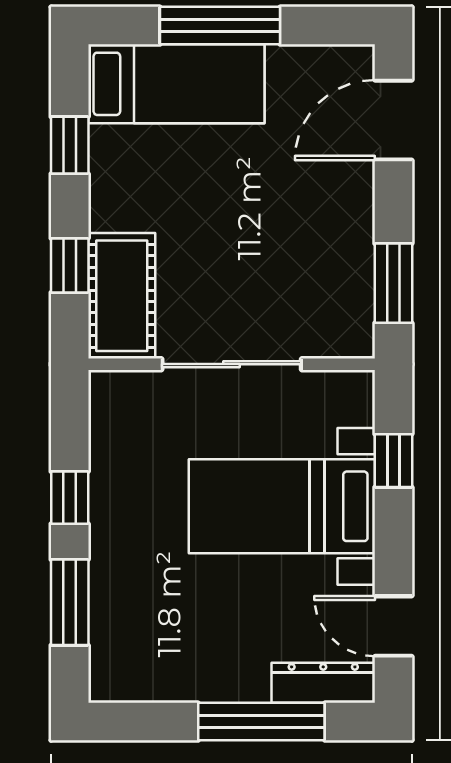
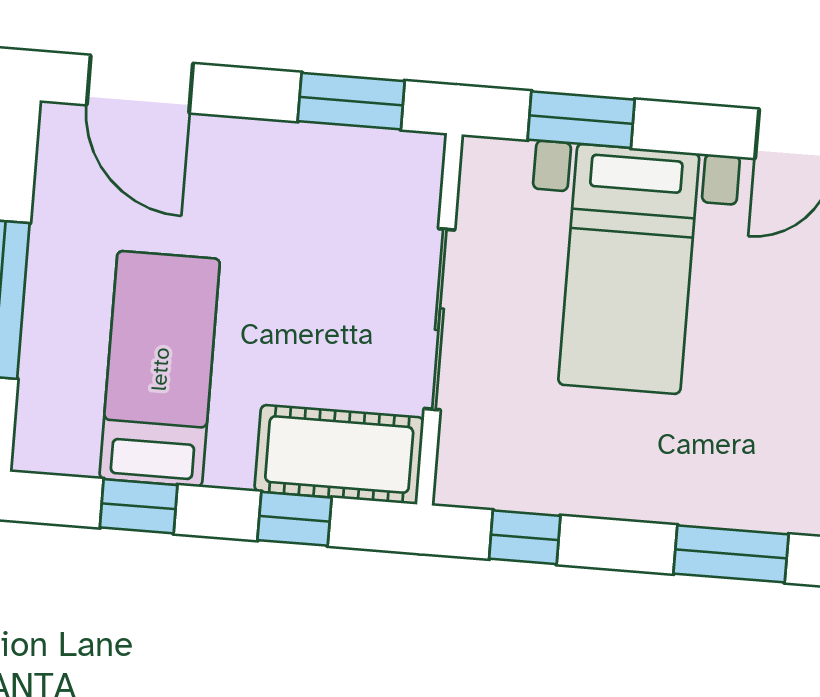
bed: (176, 84) -> (160, 369), moved
window: (393, 461) -> (581, 120), width x1.50
window: (70, 498) -> (525, 537), moved

